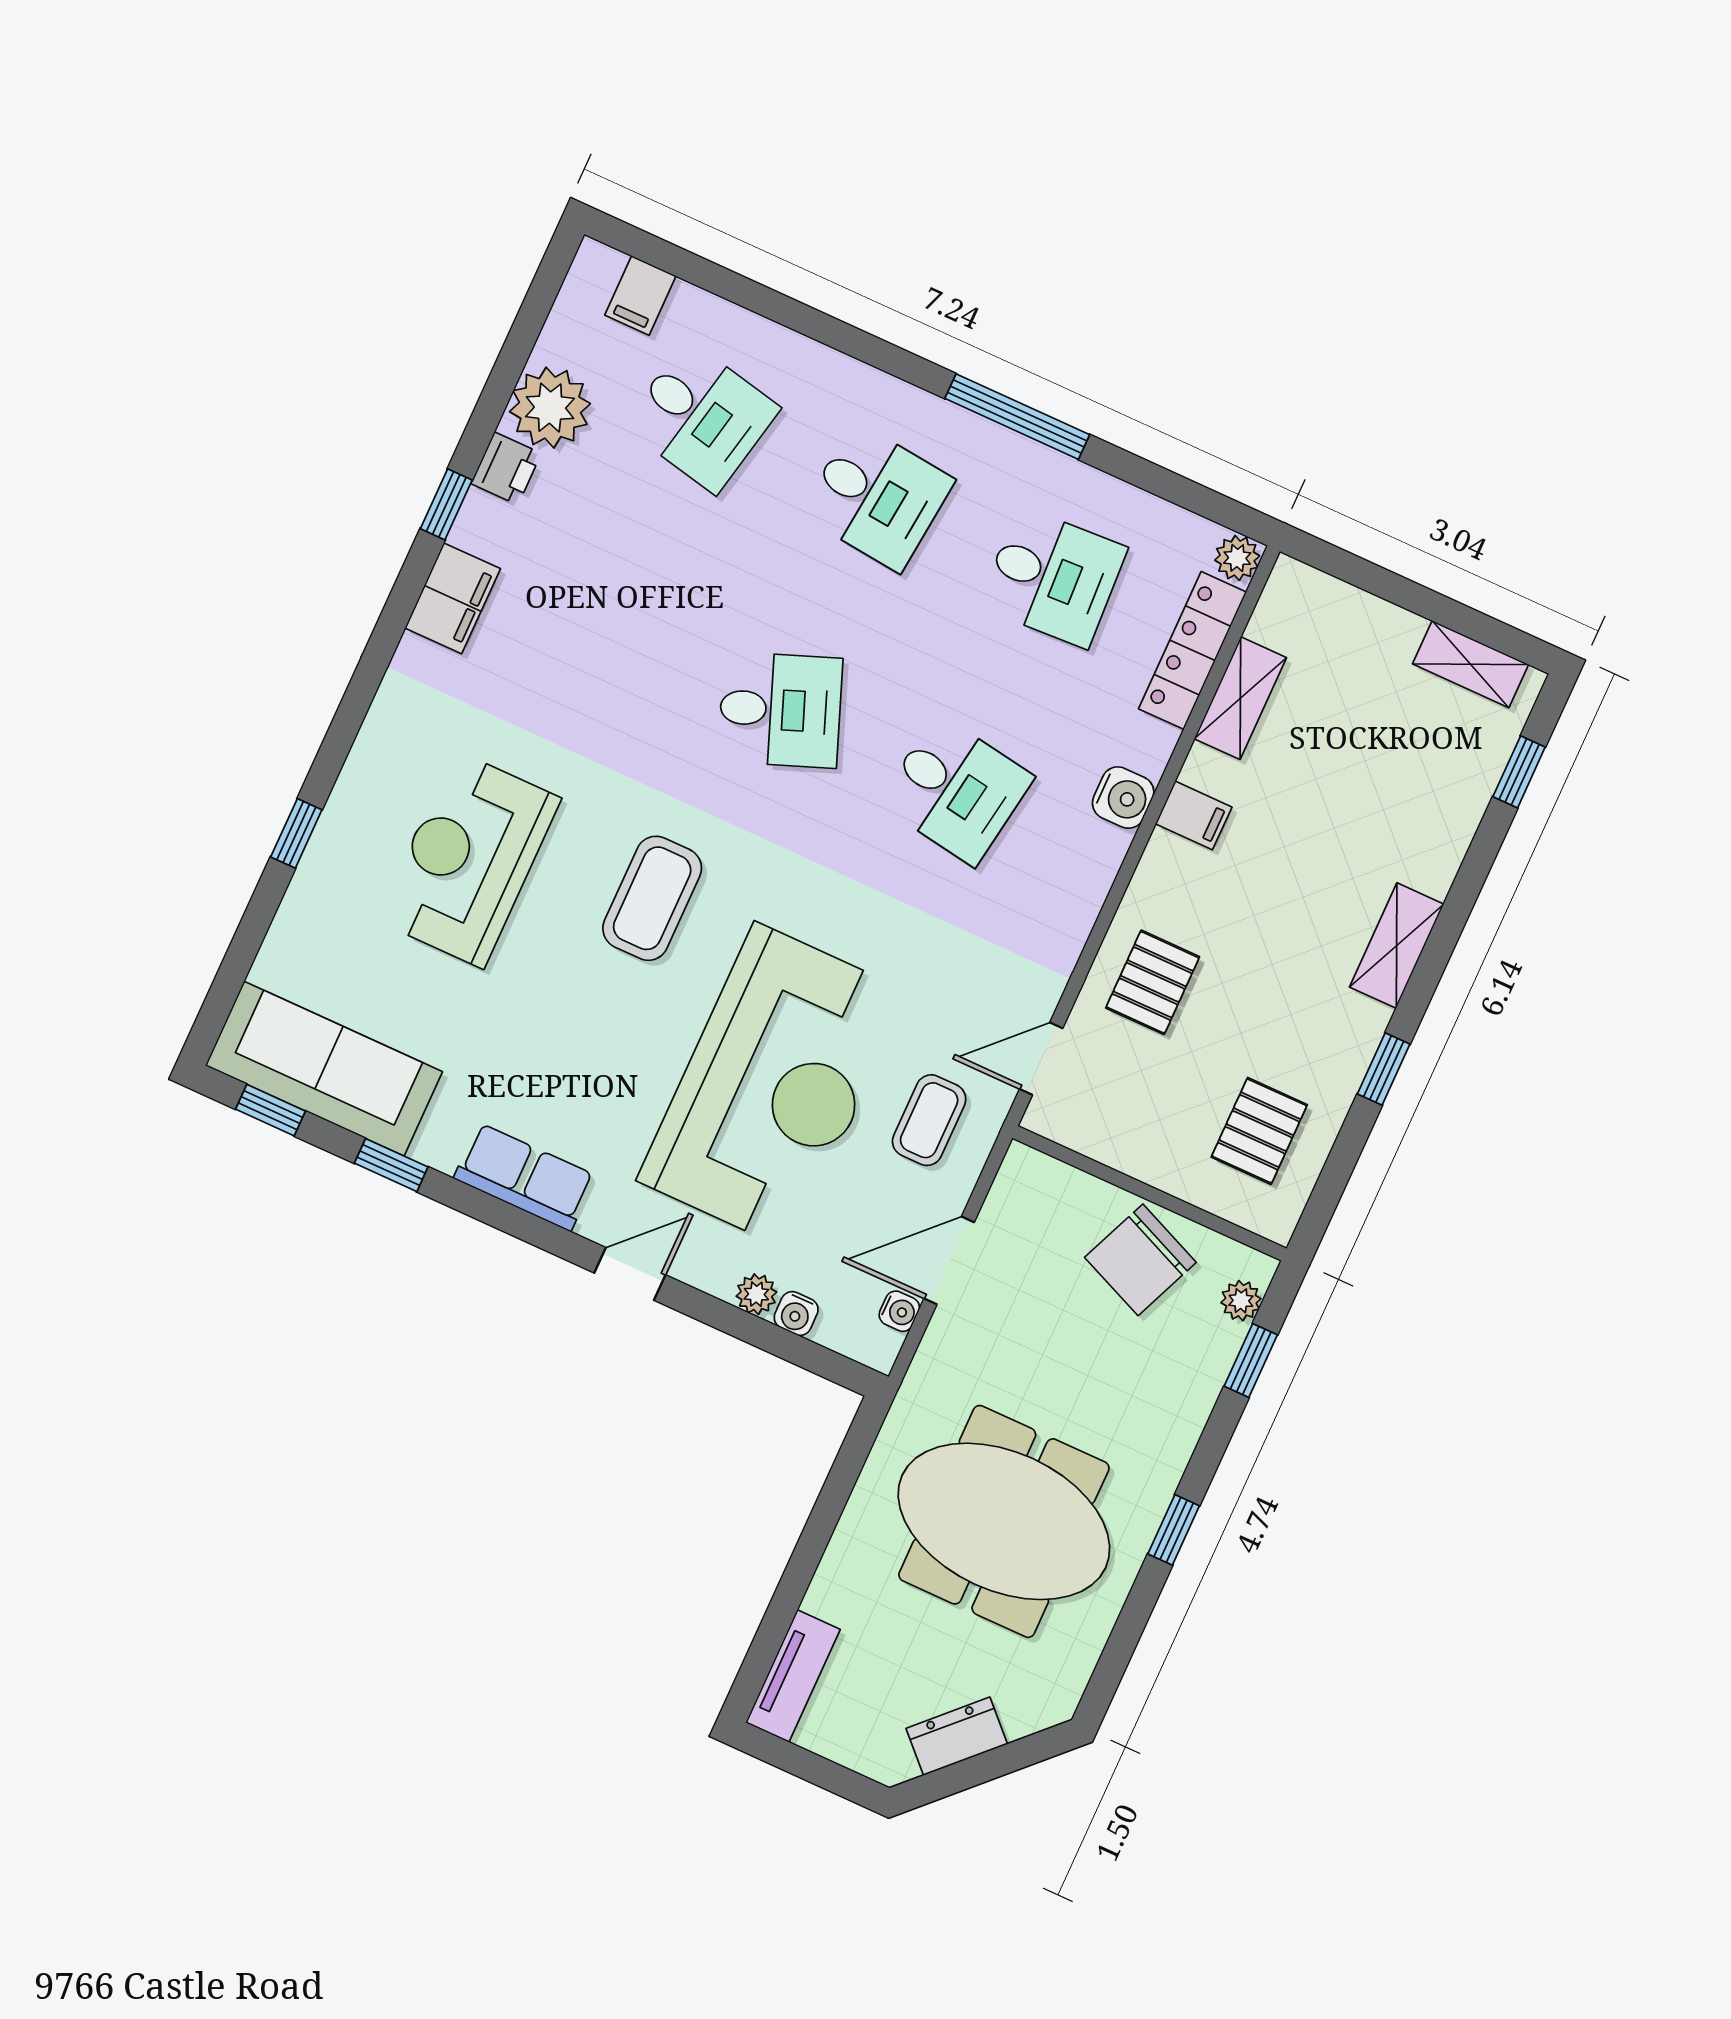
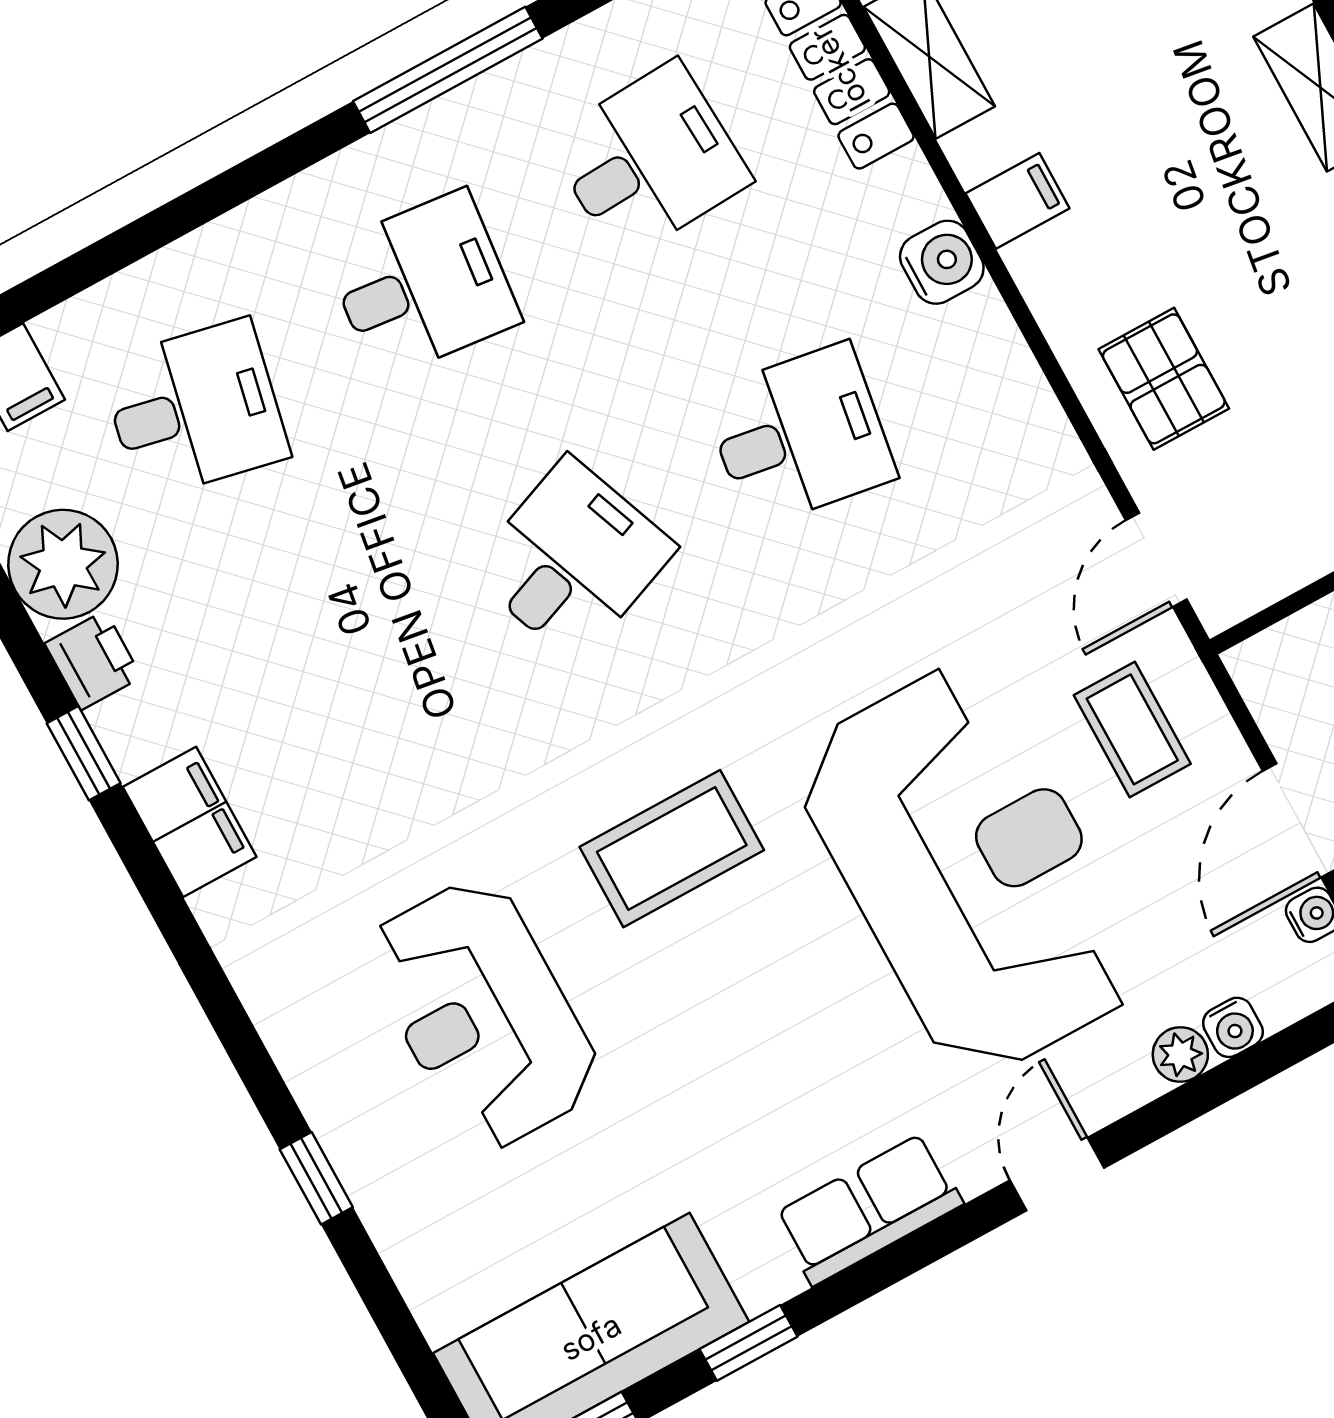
coffee table: (652, 898) -> (672, 849), turned 90

